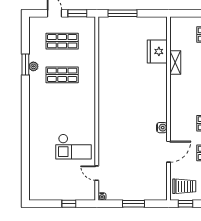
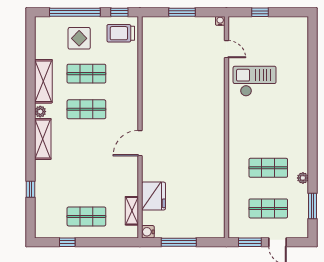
window: (123, 13) -> (179, 242), moved
shelving: (175, 63) -> (132, 211), moved
window: (25, 65) -> (313, 206), moved
water cooler: (162, 128) -> (148, 232), moved
door: (168, 152) -> (140, 143), moved

